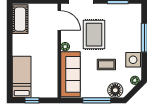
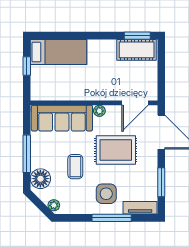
tv unit: (137, 17) -> (140, 208), added
window: (10, 19) -> (137, 36), added
side table: (133, 60) -> (106, 194), moved

